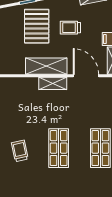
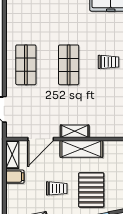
door: (86, 76) -> (41, 139), hinge flipped
trolley: (20, 151) -> (109, 62), turned -78

